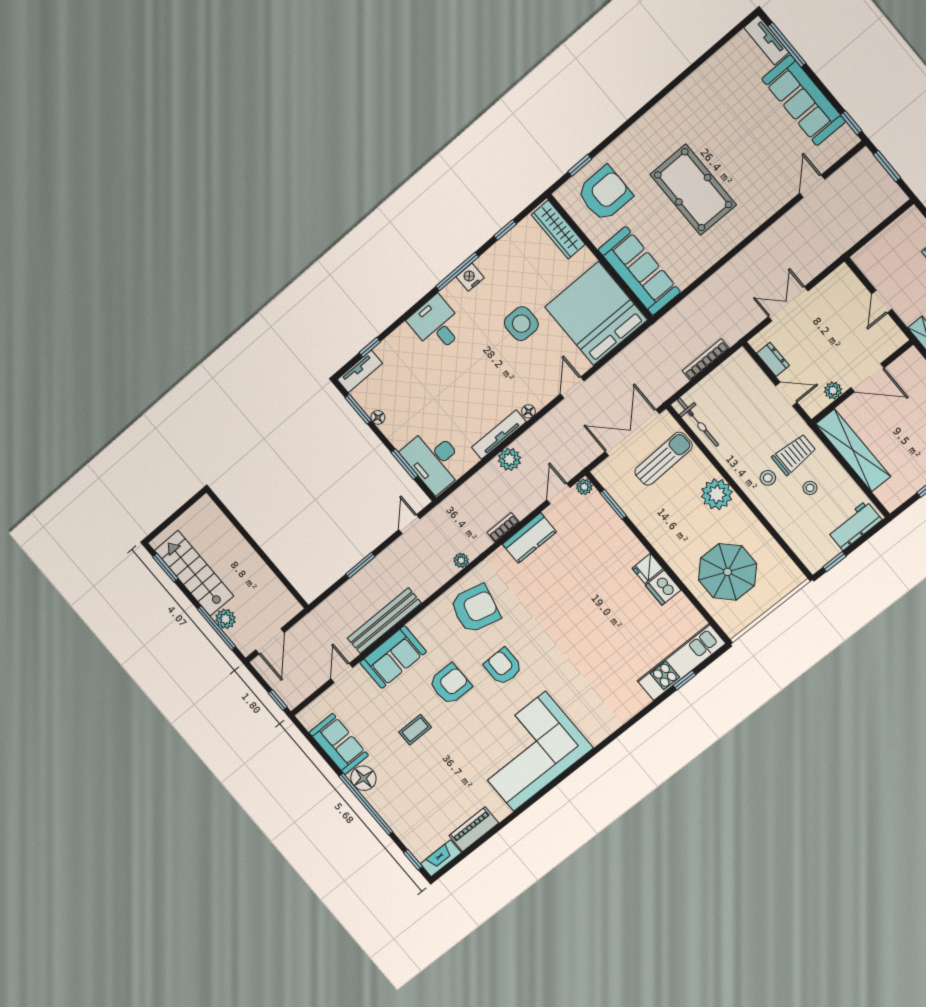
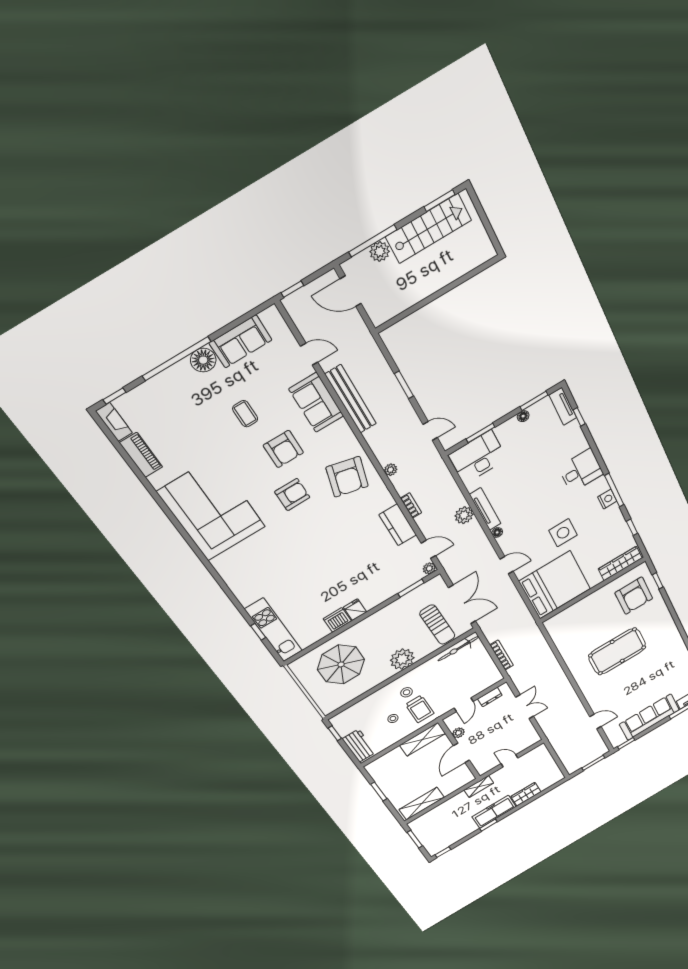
sofa: (639, 271) -> (575, 615), removed
shelving: (853, 450) -> (423, 739), width x0.68

